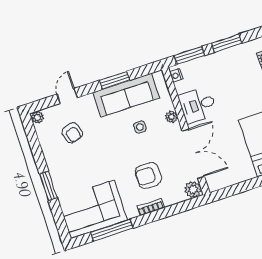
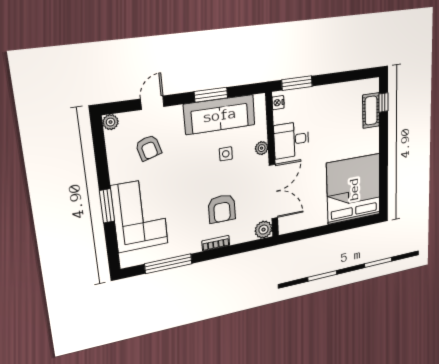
window: (227, 43) -> (337, 78), removed
armchair: (148, 175) -> (222, 209), turned -90
corner sofa: (92, 209) -> (140, 215), moved, turned 90

